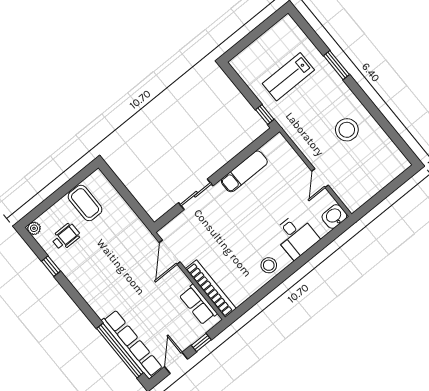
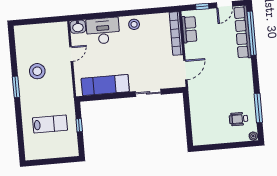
window: (336, 65) -> (16, 87), moved
window: (265, 114) -> (79, 125), moved
exam couch: (244, 171) -> (105, 85), width x1.36, depth x1.45
coffee table: (85, 203) -> (214, 131), removed
desk: (296, 236) -> (103, 31), width x1.37
window: (51, 266) -> (258, 108), width x2.17

